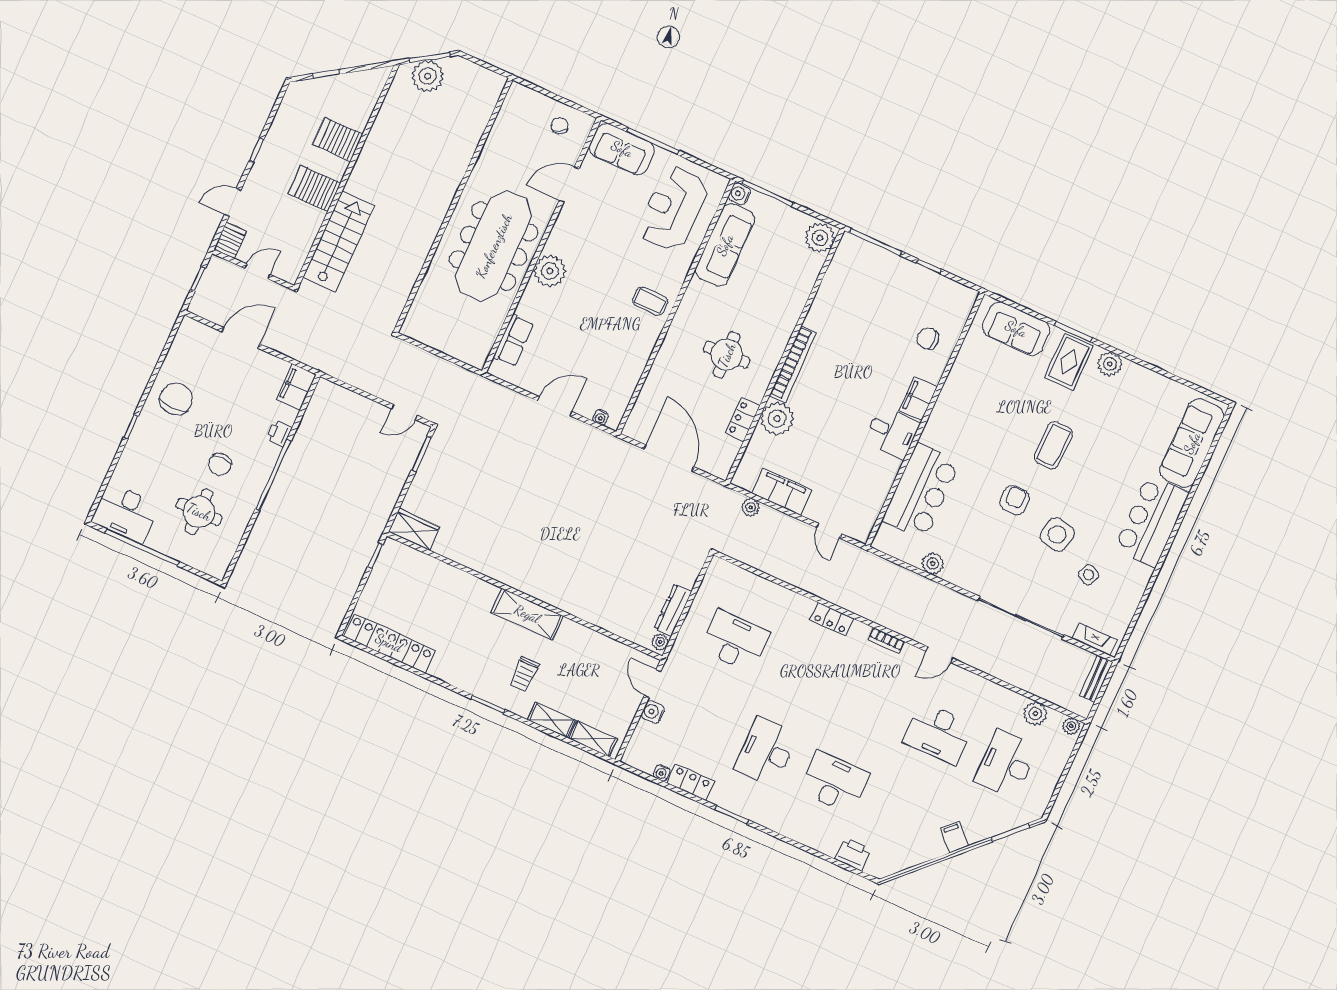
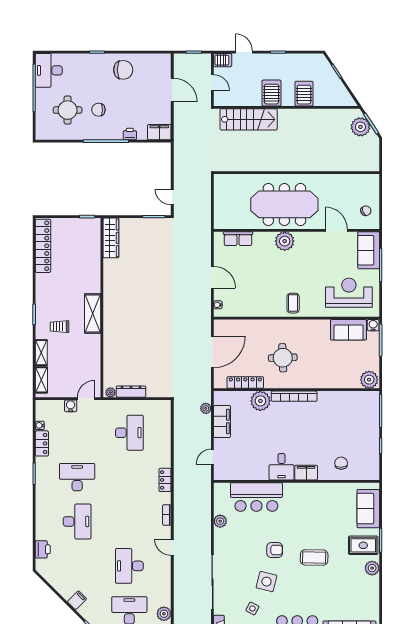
sofa: (725, 245) -> (348, 330), width x0.73
locker: (743, 419) -> (245, 382), width x1.53
wardrobe: (414, 529) -> (111, 238), width x1.50

